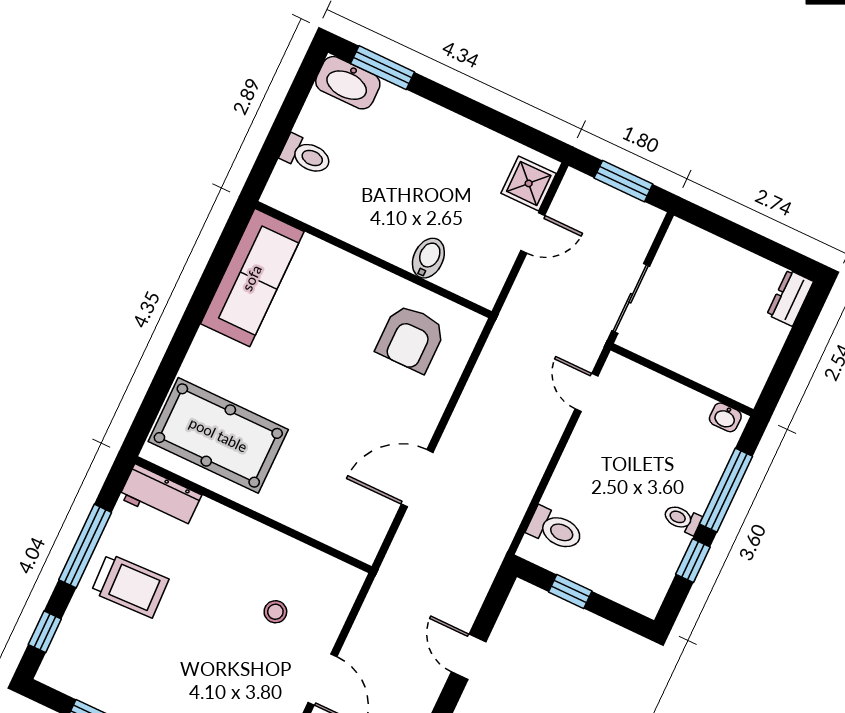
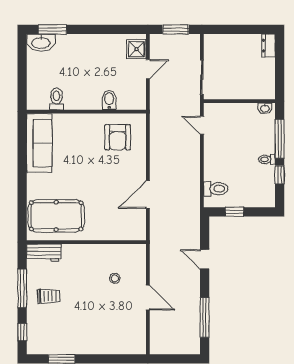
toilet: (306, 155) -> (56, 99), moved, turned -90
trolley: (130, 586) -> (49, 296), width x0.73, depth x0.72

